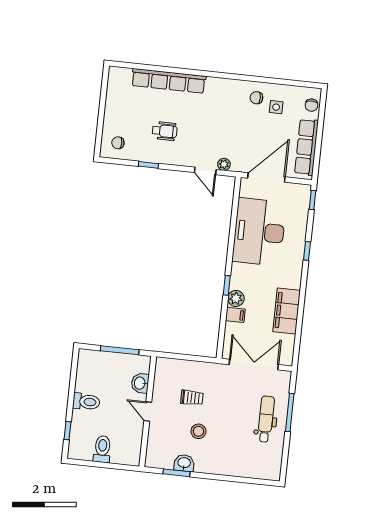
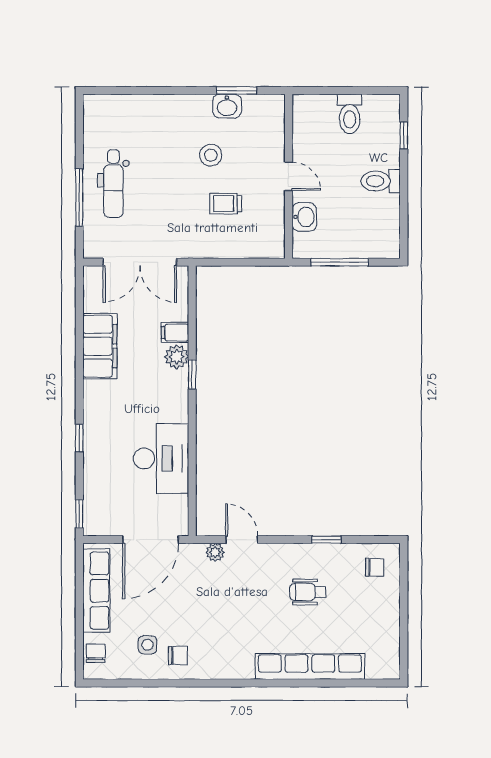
desk: (259, 232) -> (161, 458), width x0.73, depth x0.77

